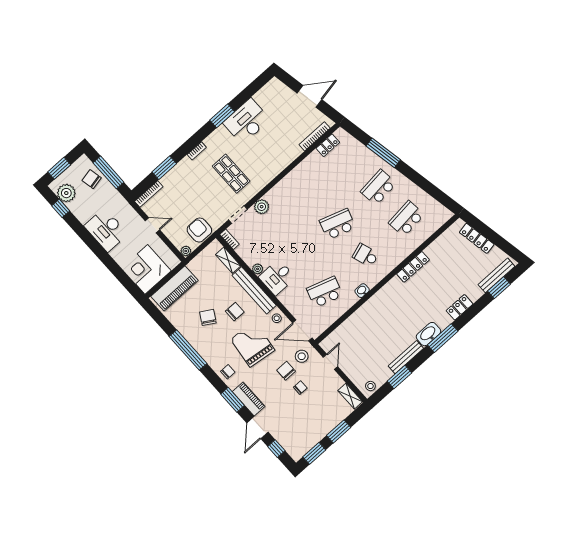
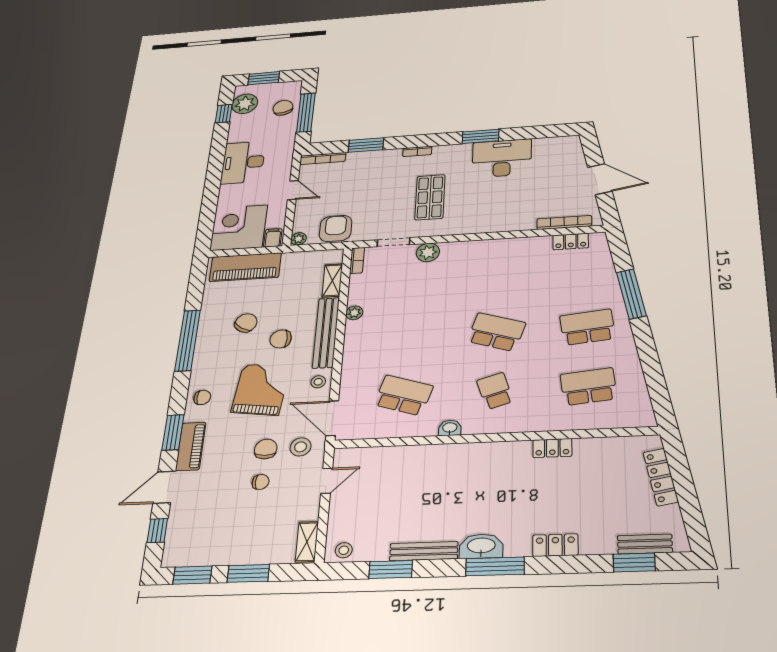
filing cabinet: (171, 261) -> (273, 238), added
locker: (413, 267) -> (552, 448), width x0.66
bench: (496, 275) -> (645, 544), width x0.73
desk: (277, 277) -> (366, 338), removed
chair: (235, 312) -> (281, 339), turned 180

